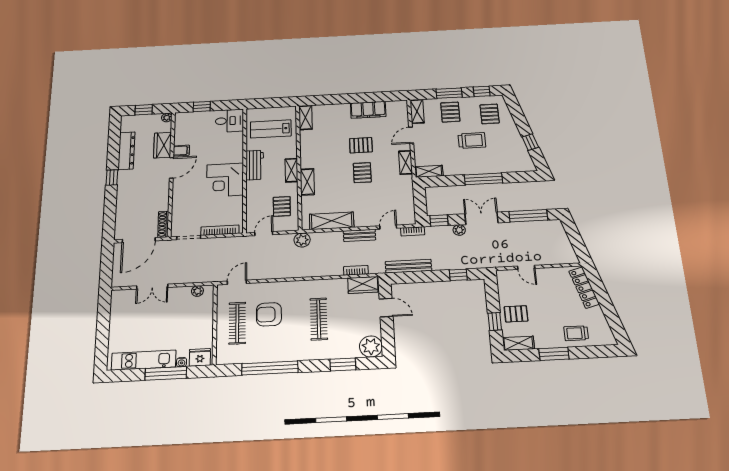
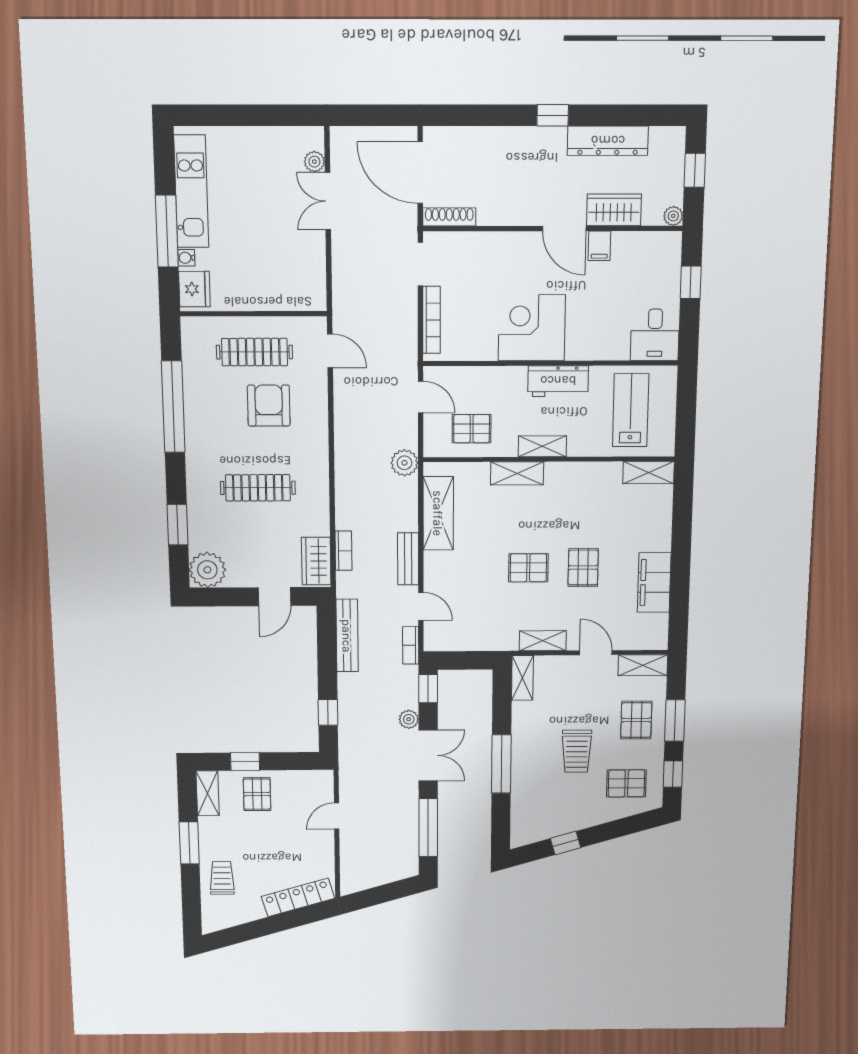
pallet: (450, 112) -> (636, 720), turned 90
plant: (197, 291) -> (314, 162), moved

